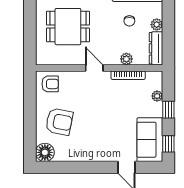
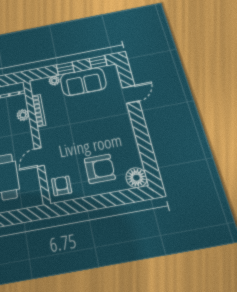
door: (94, 68) -> (39, 157), moved
armchair: (59, 122) -> (100, 169), turned 79
sofa: (150, 140) -> (83, 82), moved

